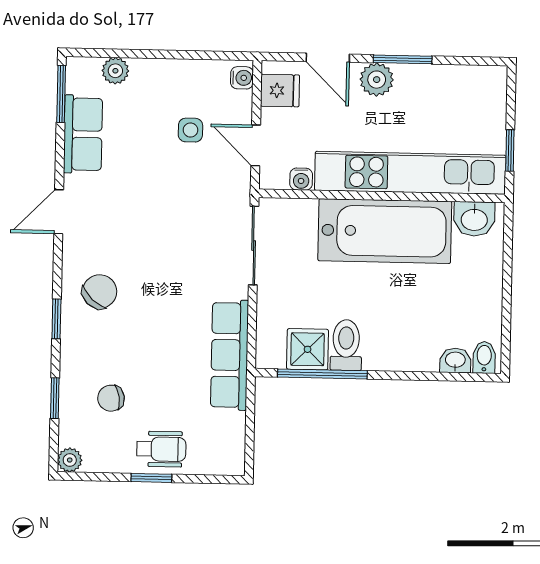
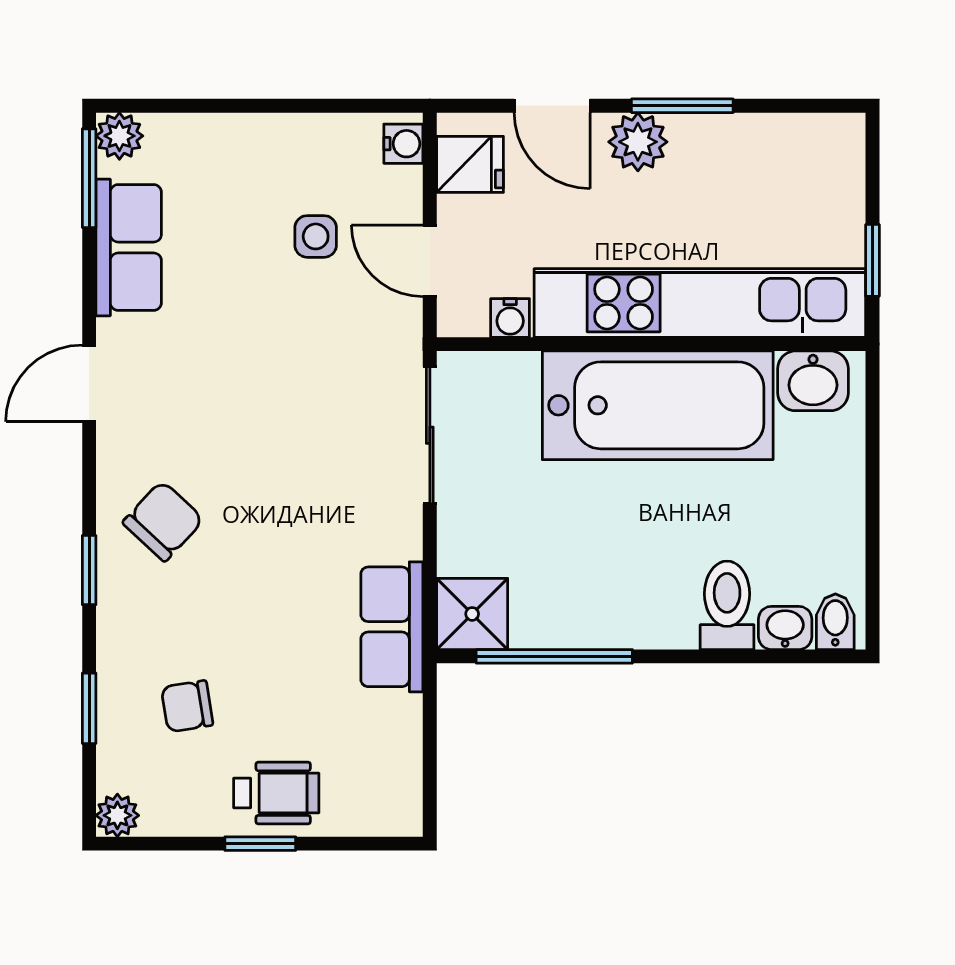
plant: (115, 71) -> (119, 136), moved
toilet: (346, 345) -> (727, 605), moved
shower: (308, 349) -> (472, 614), moved
row of seats: (230, 355) -> (392, 627), width x0.68

